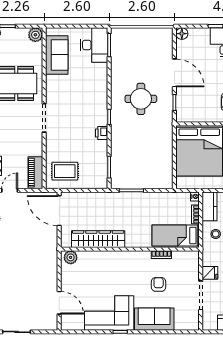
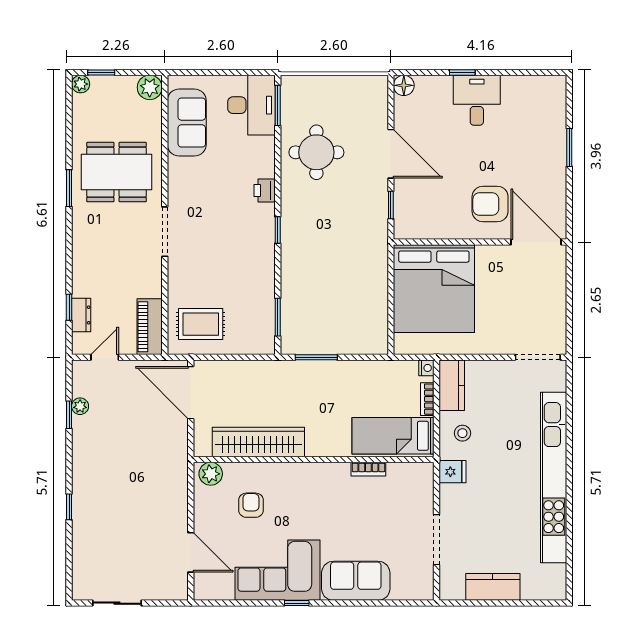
round table: (141, 99) -> (316, 152), moved
printer: (102, 133) -> (265, 190), moved
fridge: (210, 273) -> (453, 472), moved
armchair: (159, 284) -> (251, 505), moved

